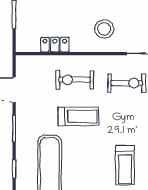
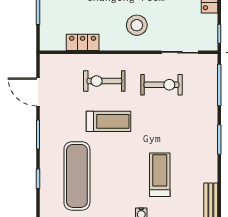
treadmill: (125, 165) -> (160, 175), turned 180

